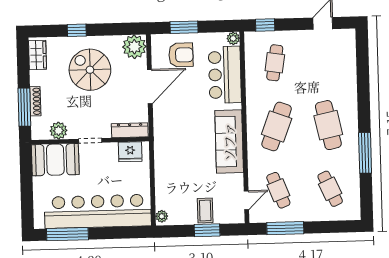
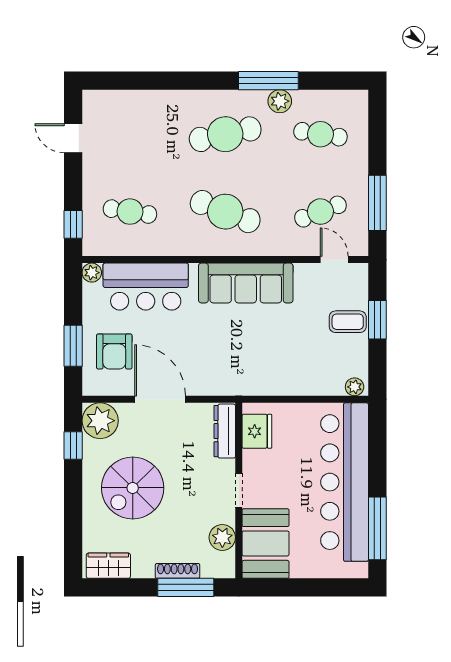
window: (77, 30) -> (73, 445), moved
armchair: (181, 55) -> (114, 351), turned 180
plant: (351, 161) -> (280, 101), added
cafe table: (330, 189) -> (320, 134), turned 33

